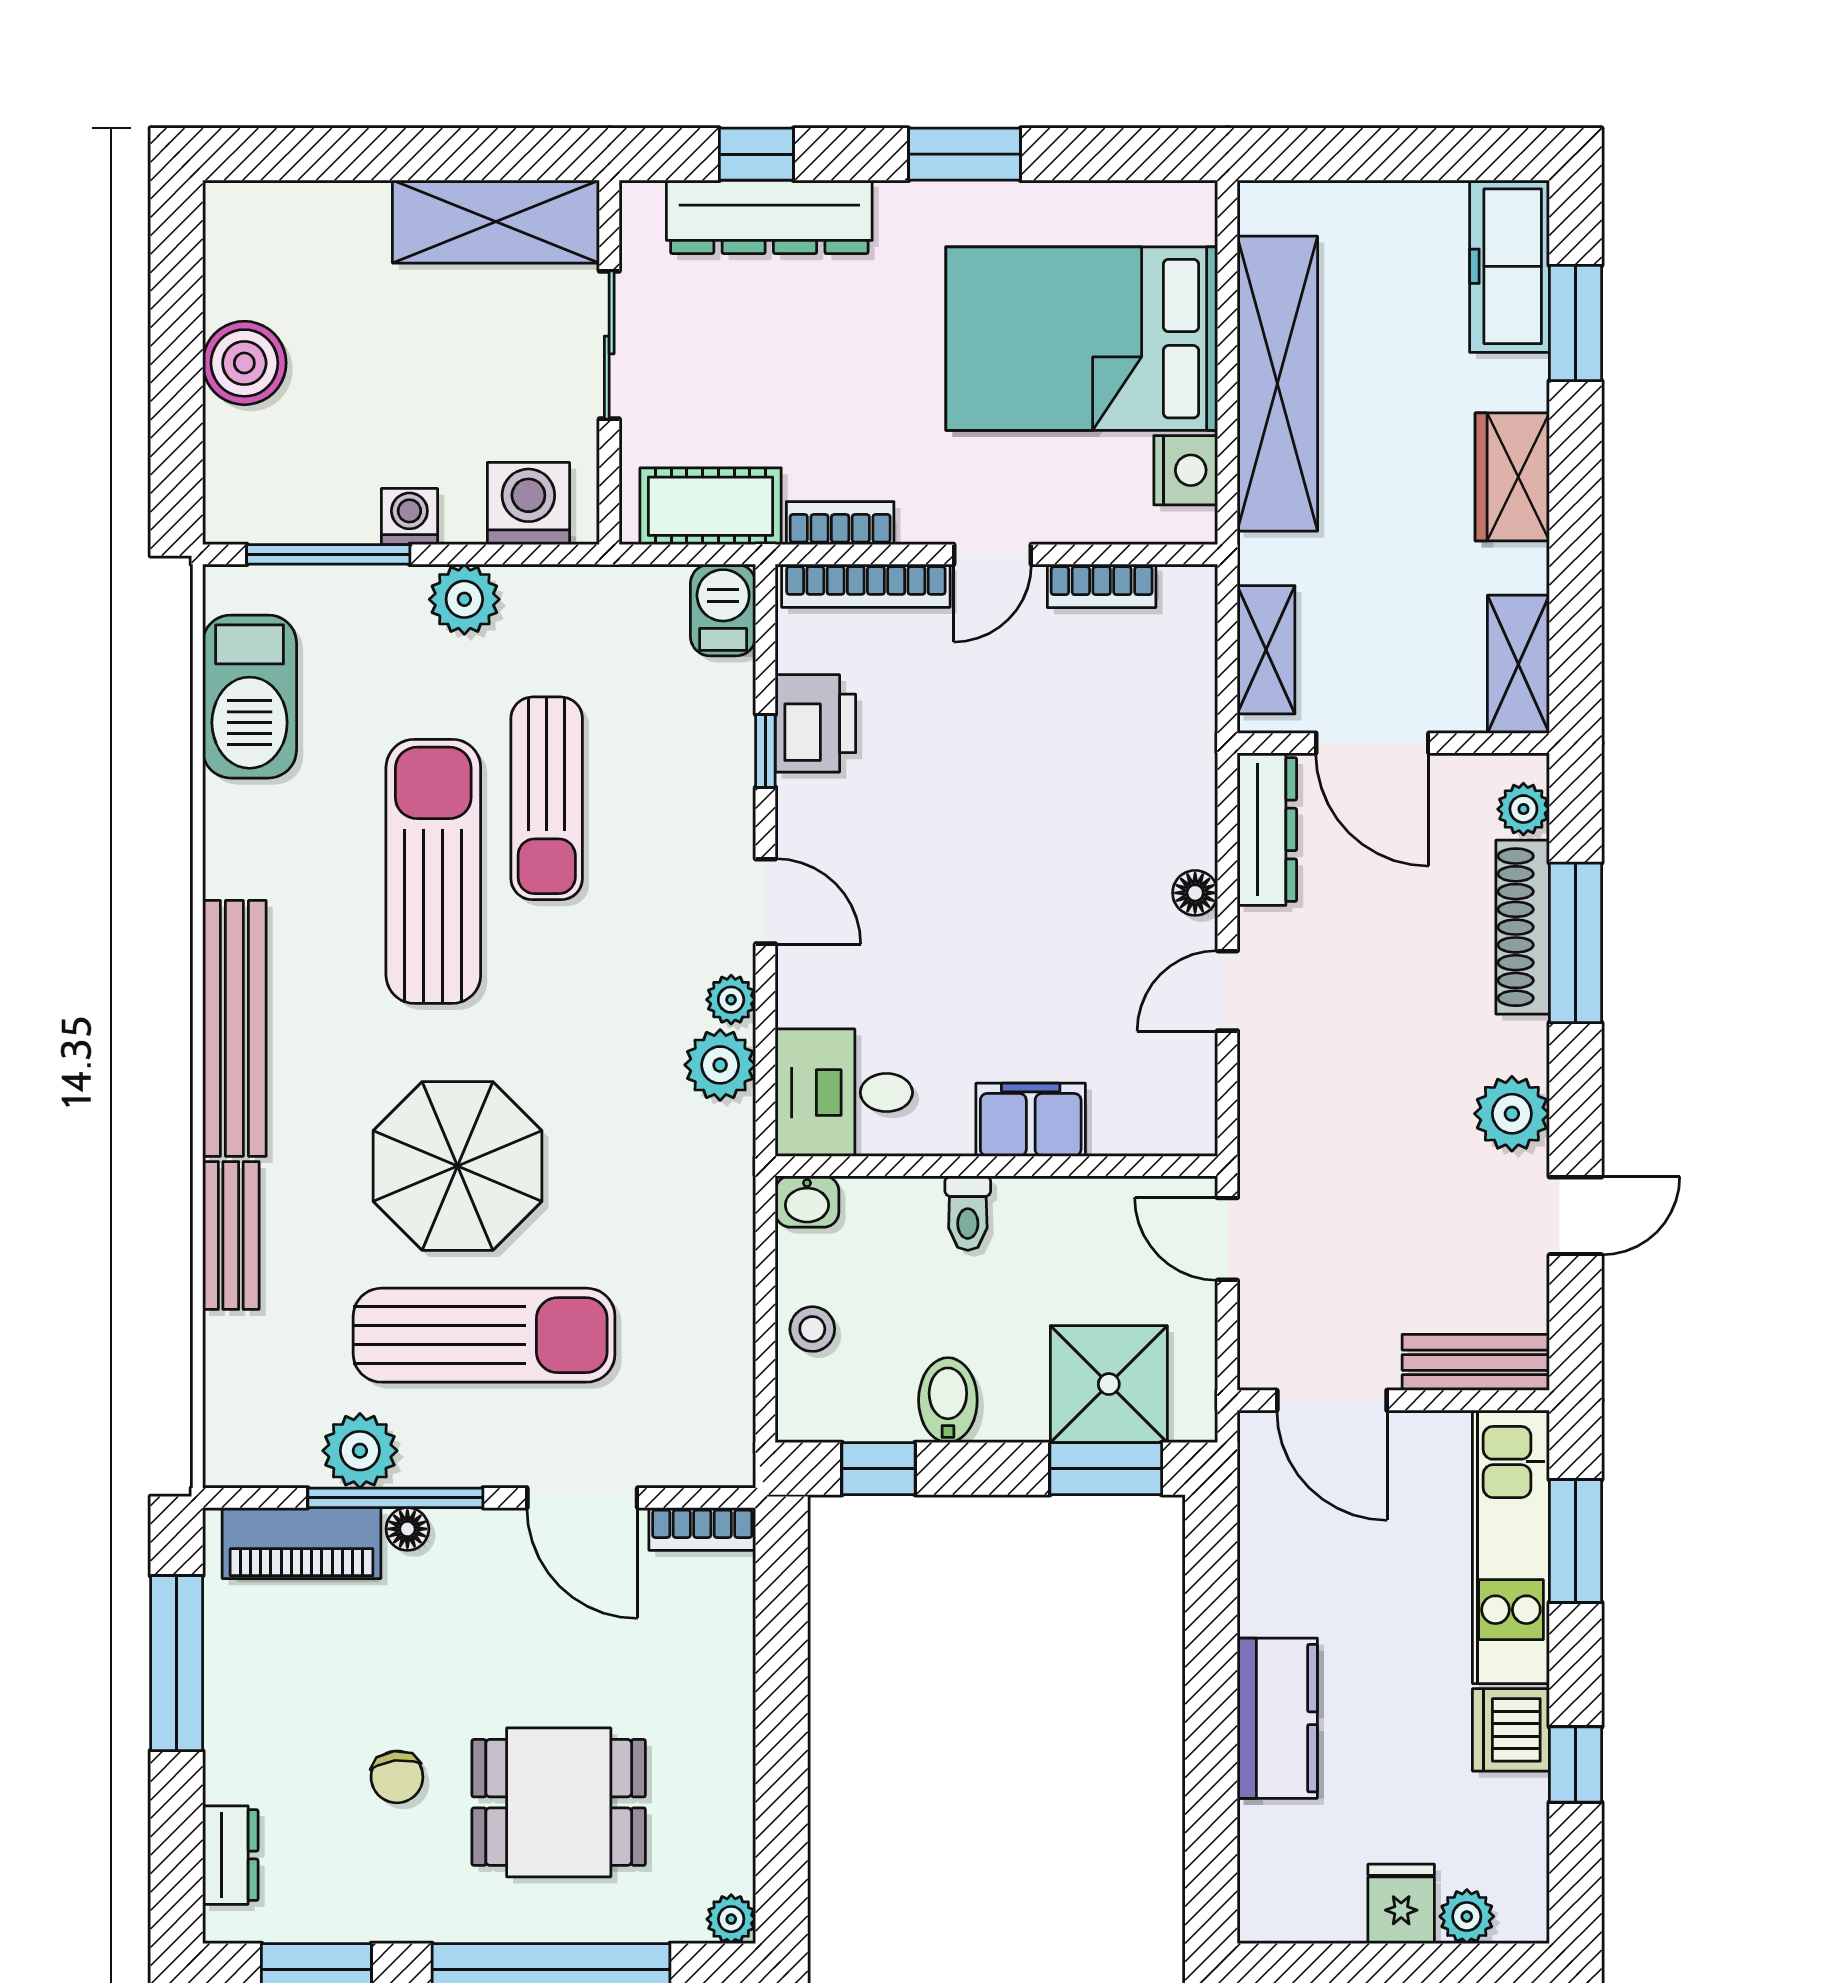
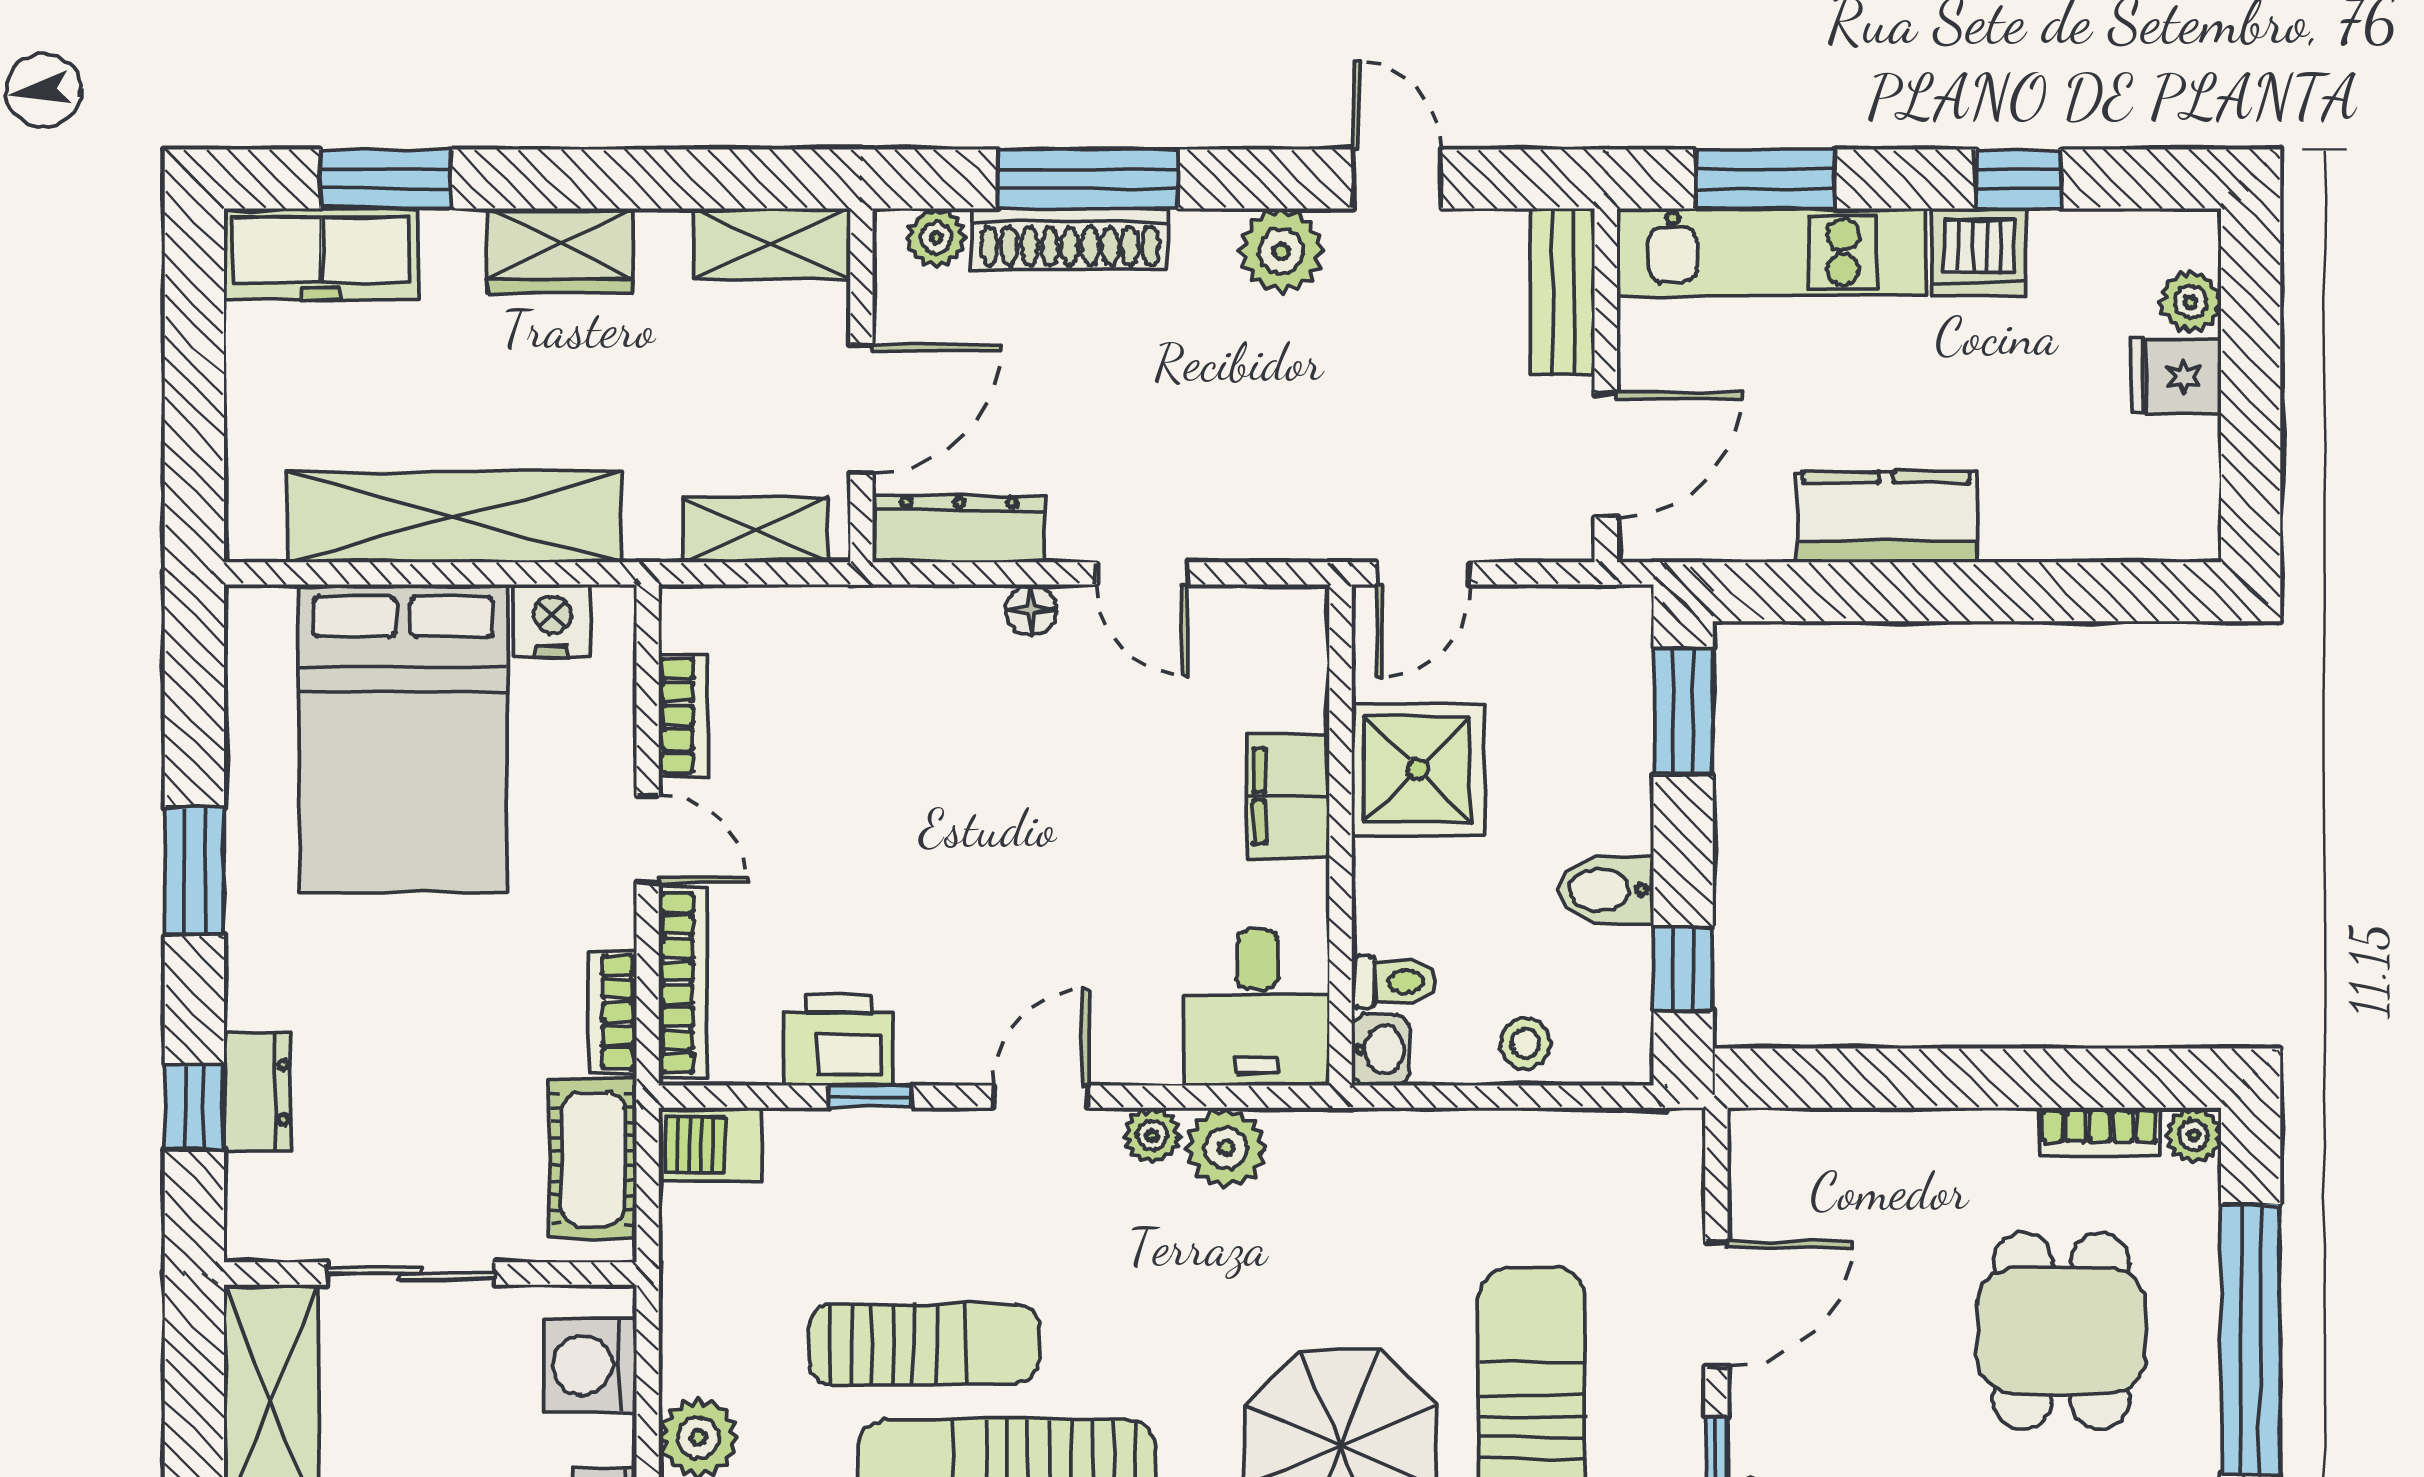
dresser: (769, 217) -> (257, 1092), width x0.51, depth x0.80
toilet: (968, 1213) -> (1394, 982), moved
shower: (1109, 1384) -> (1418, 769), moved
bookcase: (702, 1529) -> (2099, 1132), moved, turned 90
kitchen counter: (1277, 1718) -> (1886, 517), moved

